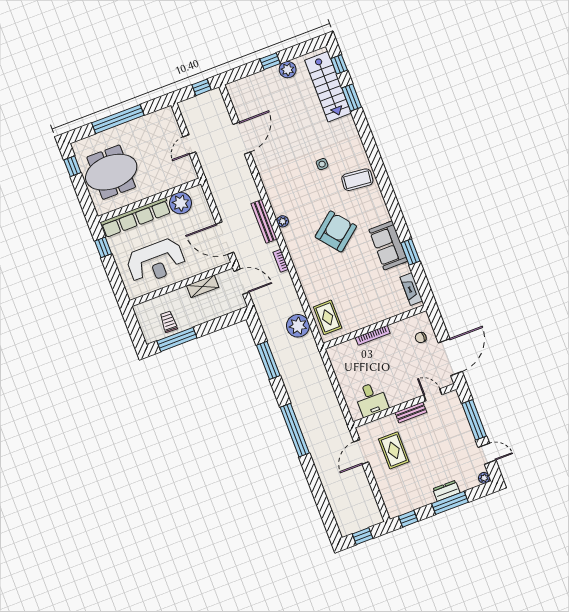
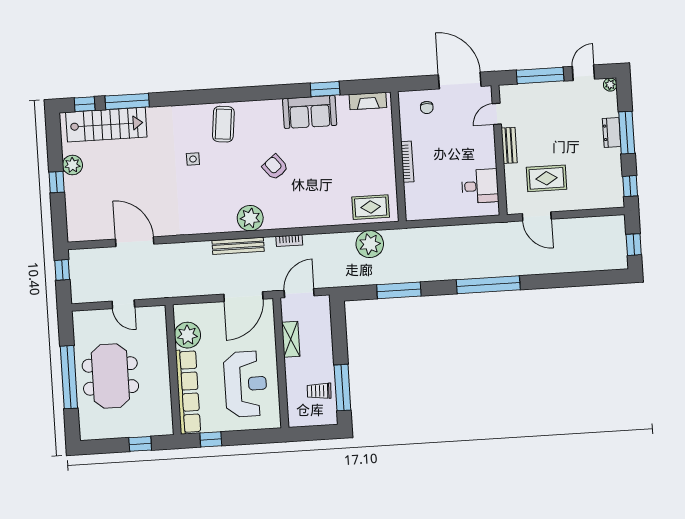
window: (352, 97) -> (127, 101), width x1.44
window: (72, 166) -> (140, 444), moved
meeting table: (111, 172) -> (110, 376), moved
plant: (283, 221) -> (250, 218), width x1.88, depth x1.88
armchair: (336, 231) -> (275, 167), width x0.53, depth x0.53

